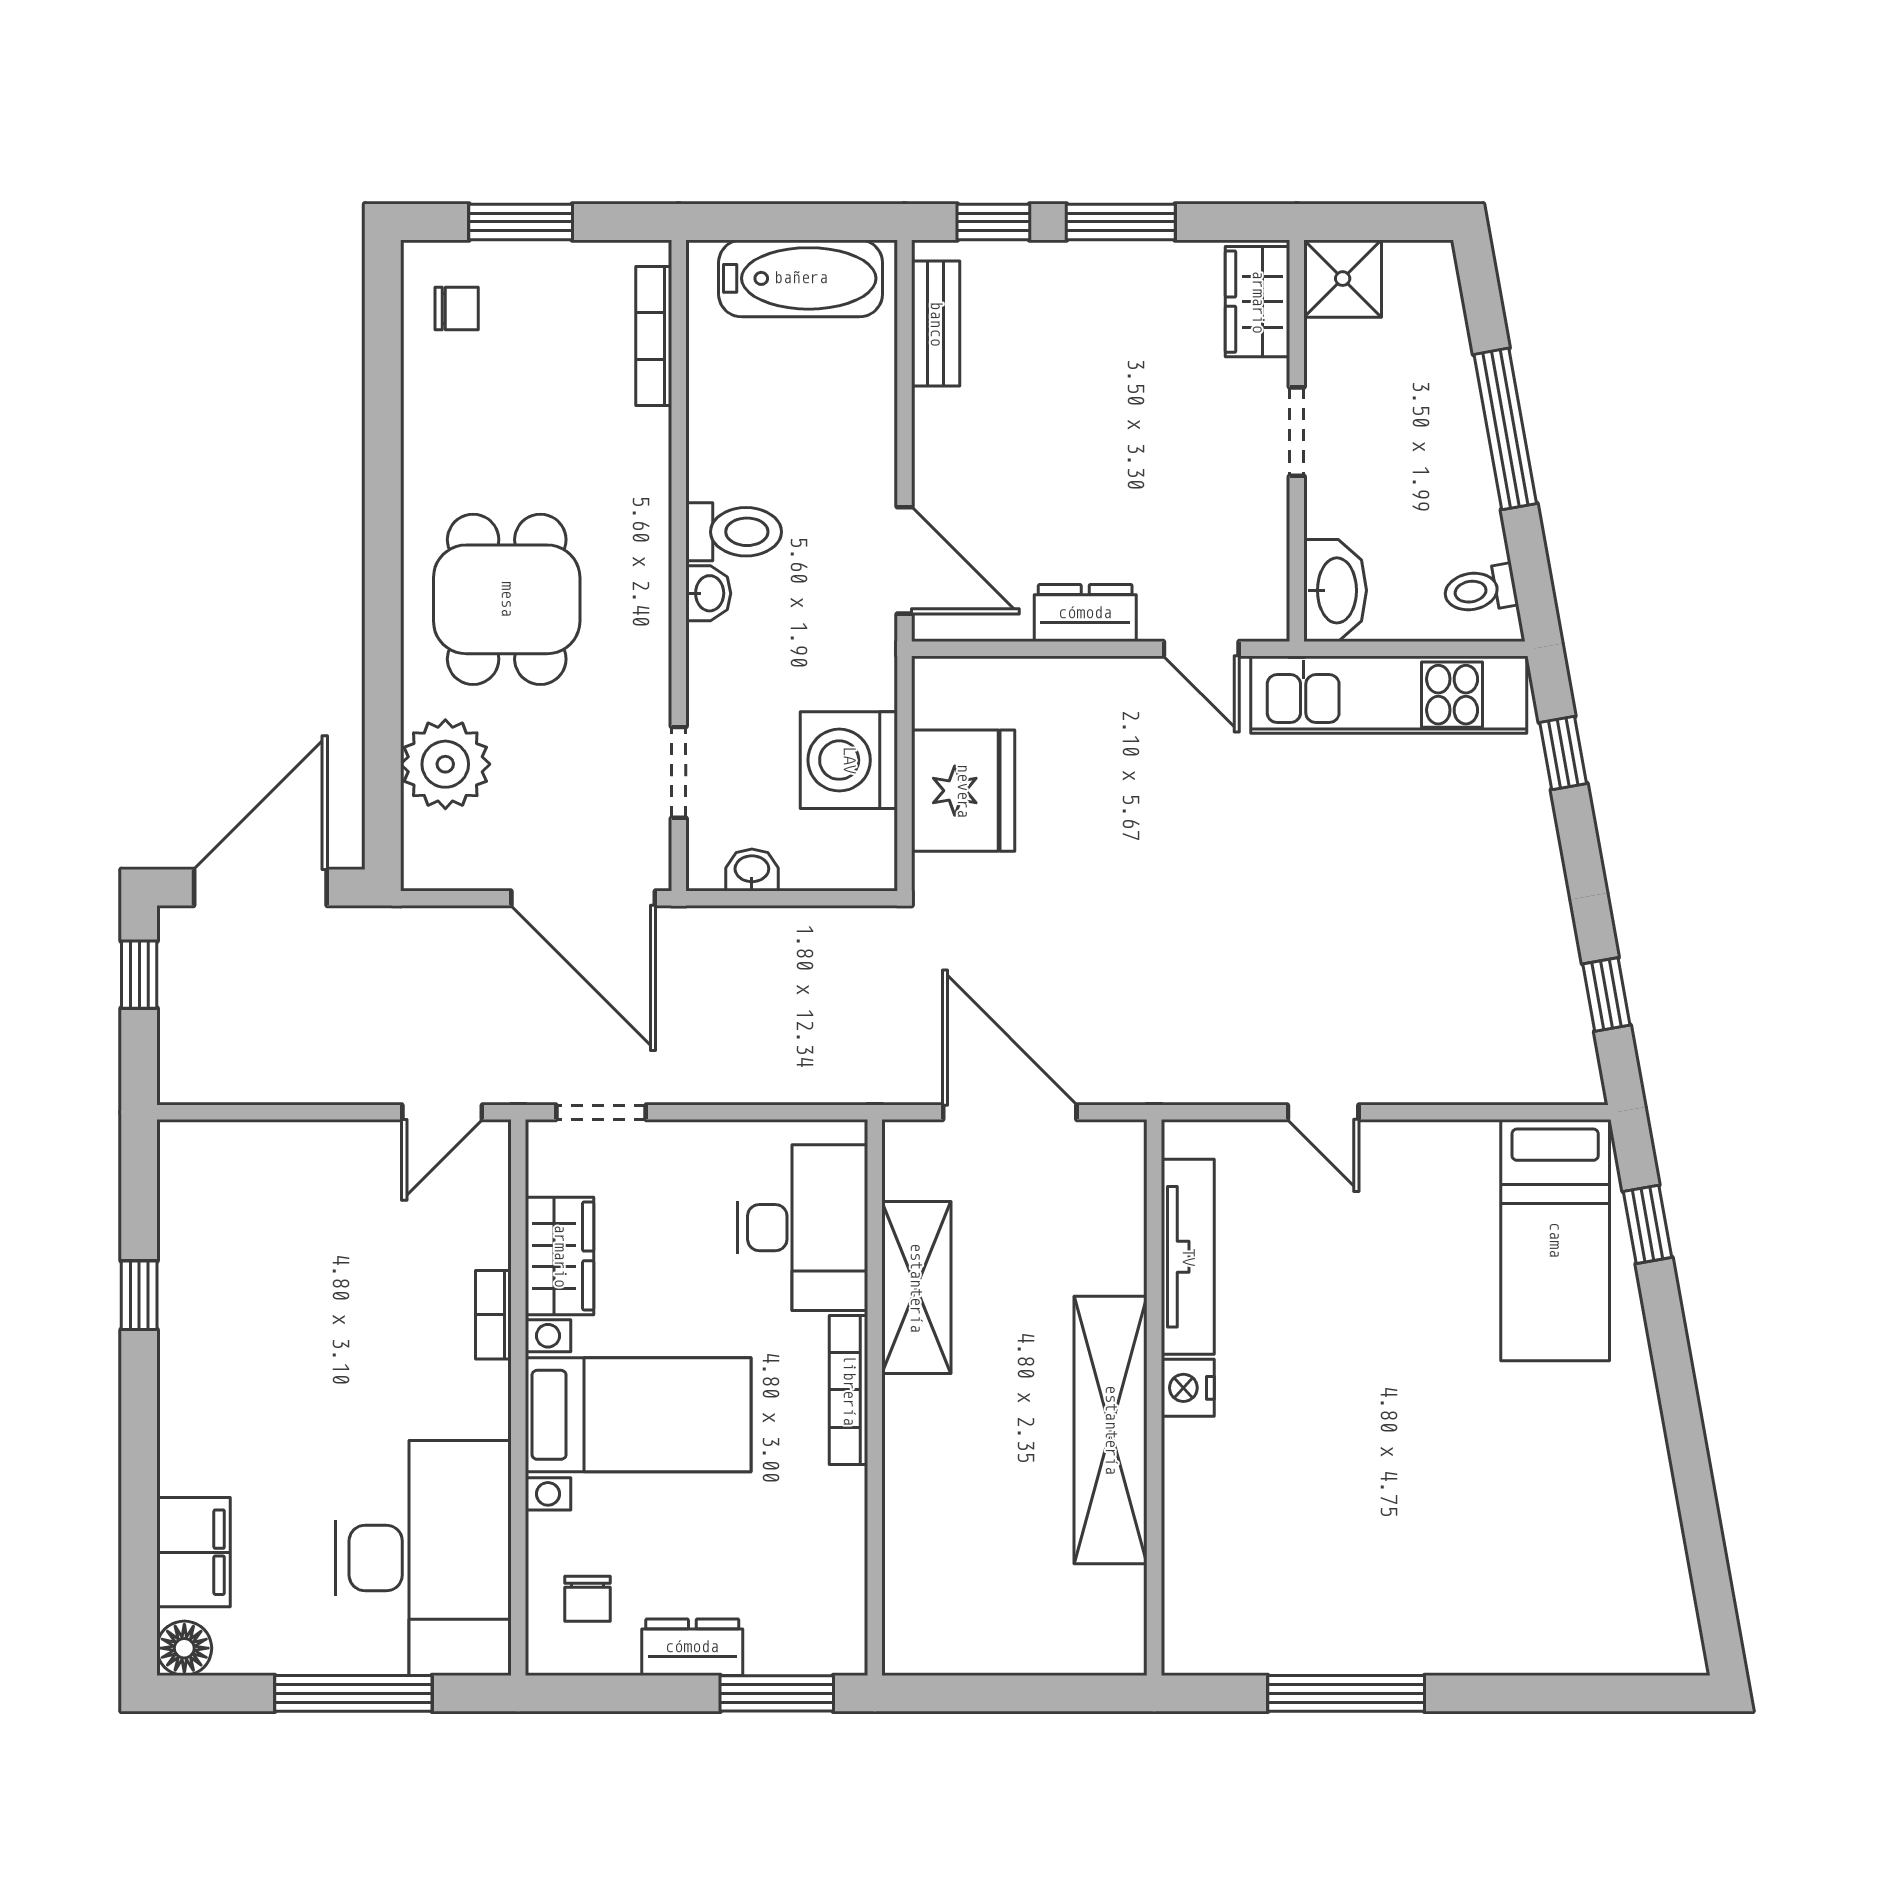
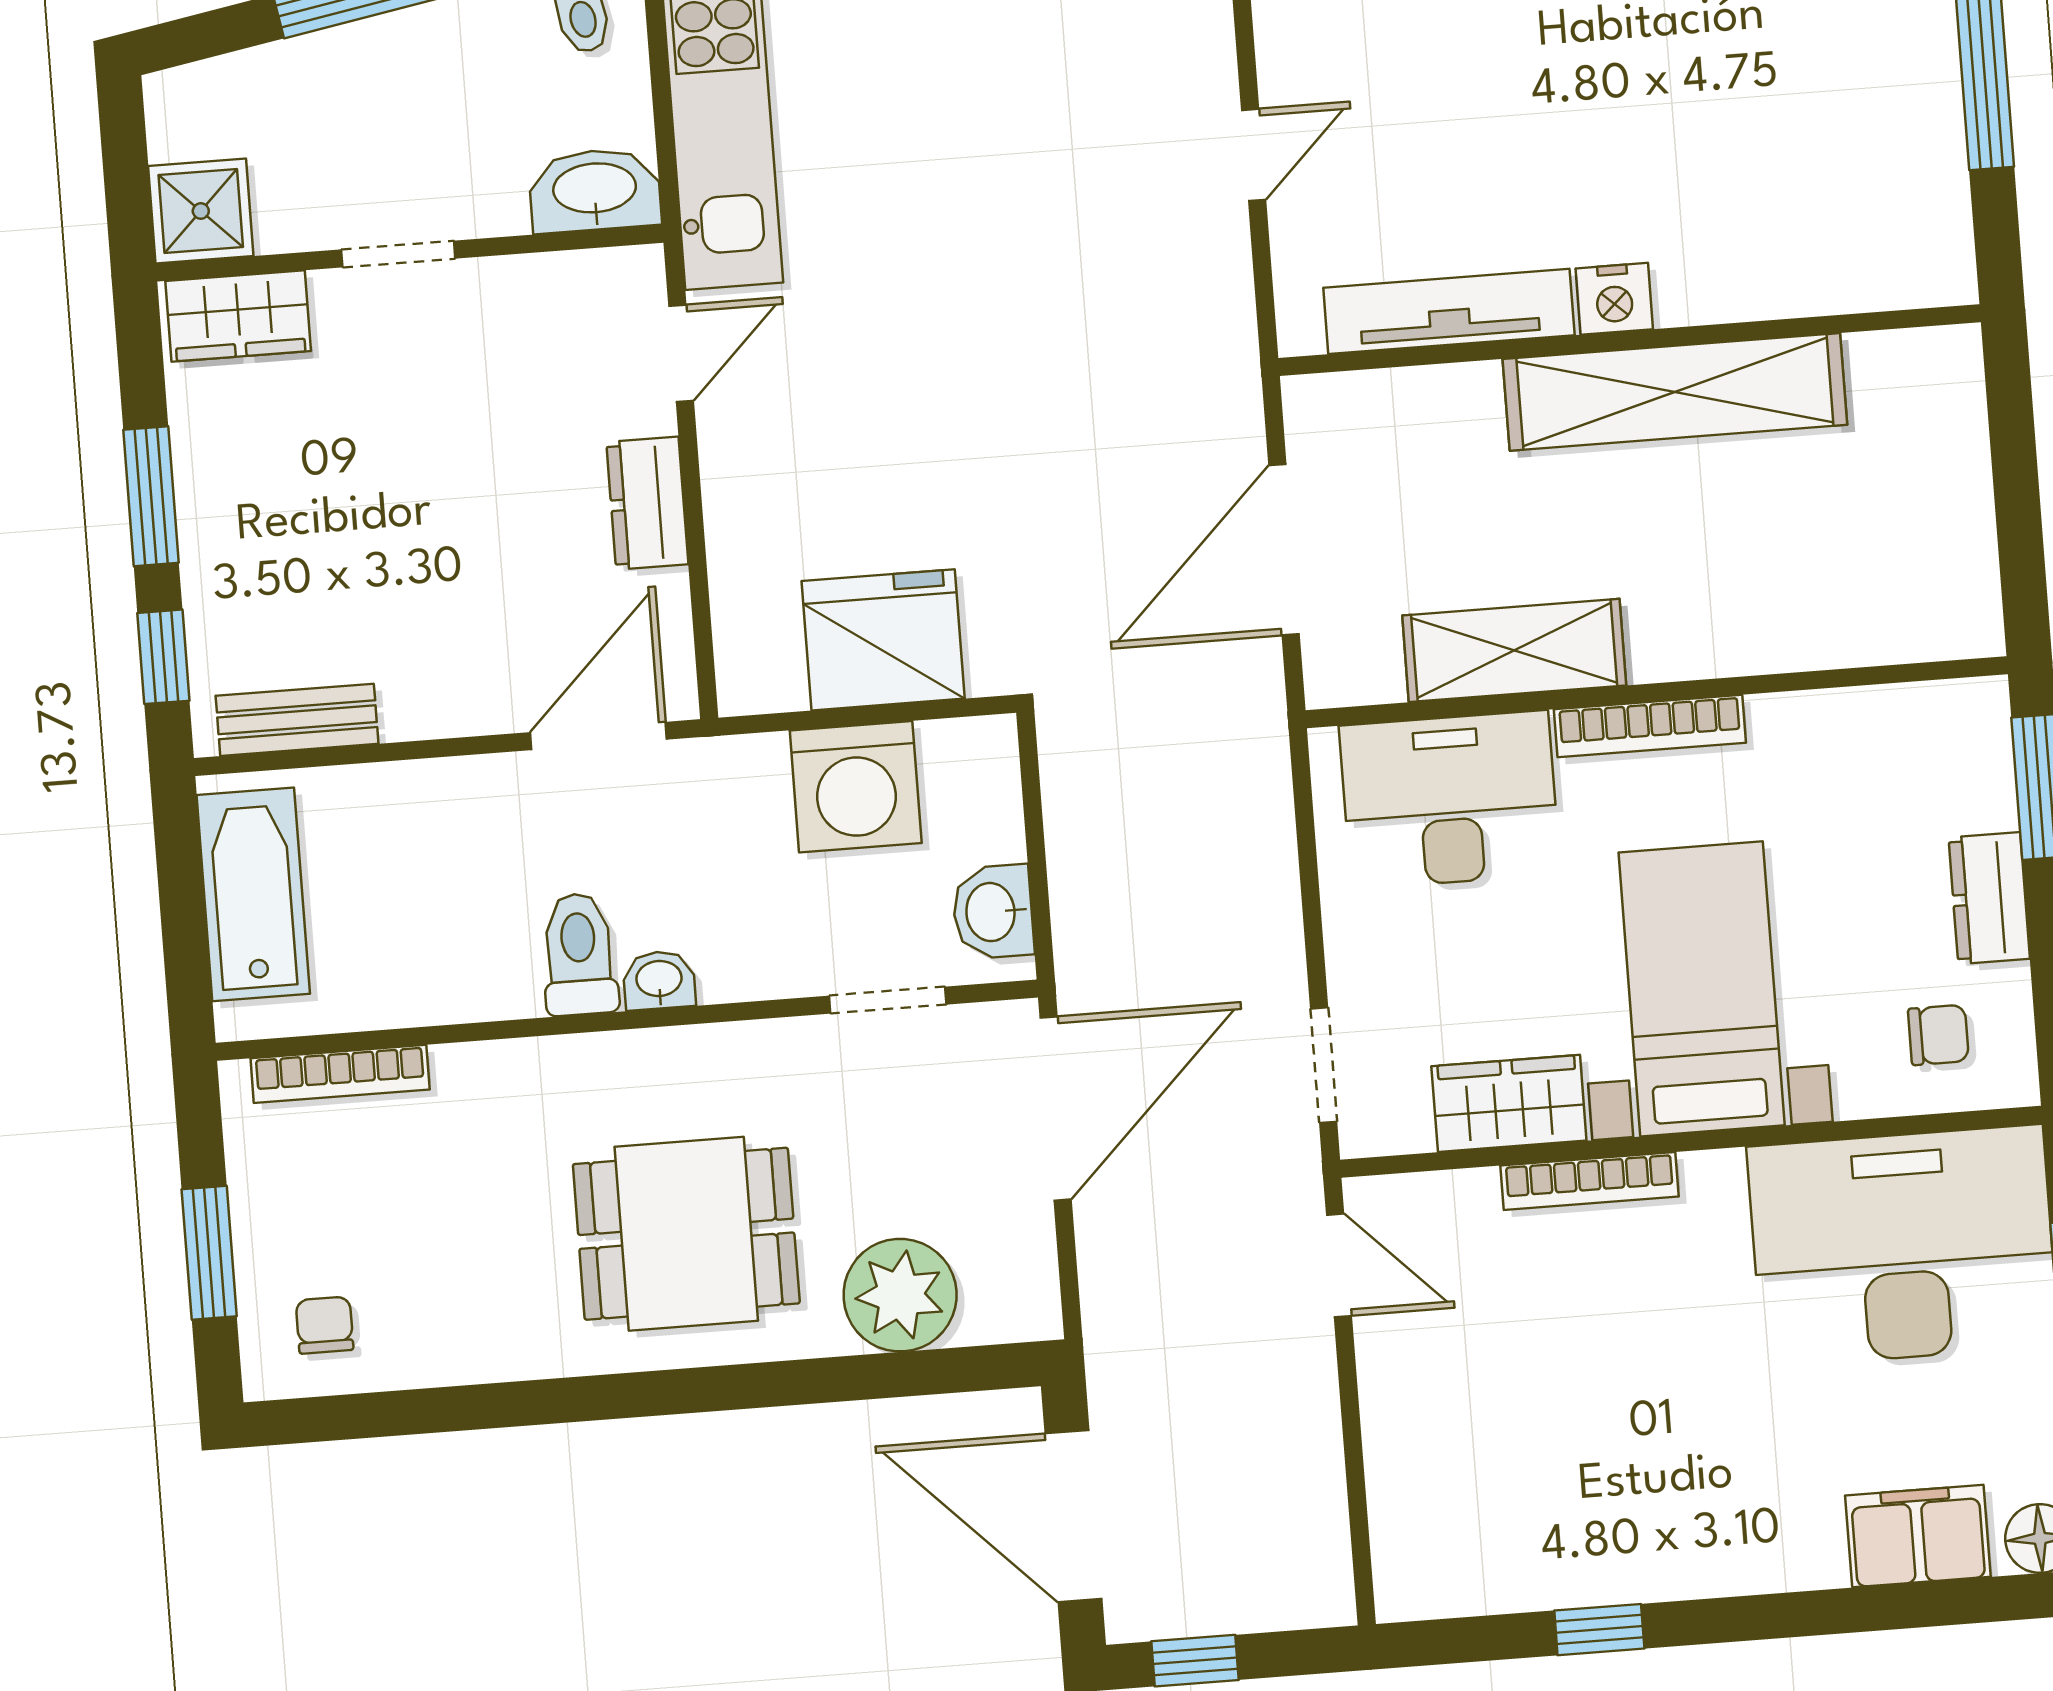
washbasin: (752, 870) -> (993, 912), width x1.38, depth x1.45
bookcase: (493, 1315) -> (1590, 1181), width x1.56

